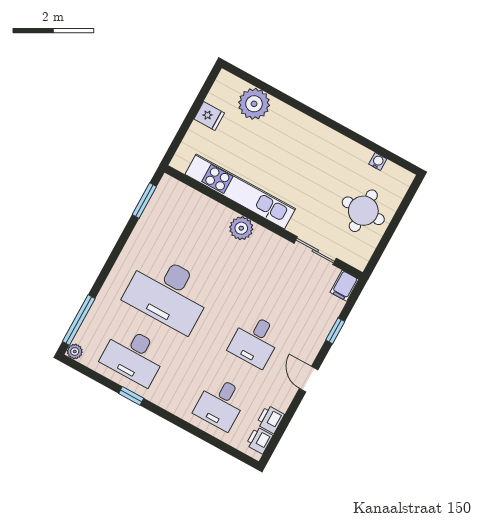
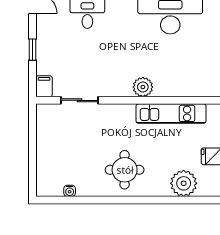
kitchen unit: (240, 191) -> (171, 113), width x0.73
round table: (363, 211) -> (125, 170), moved

